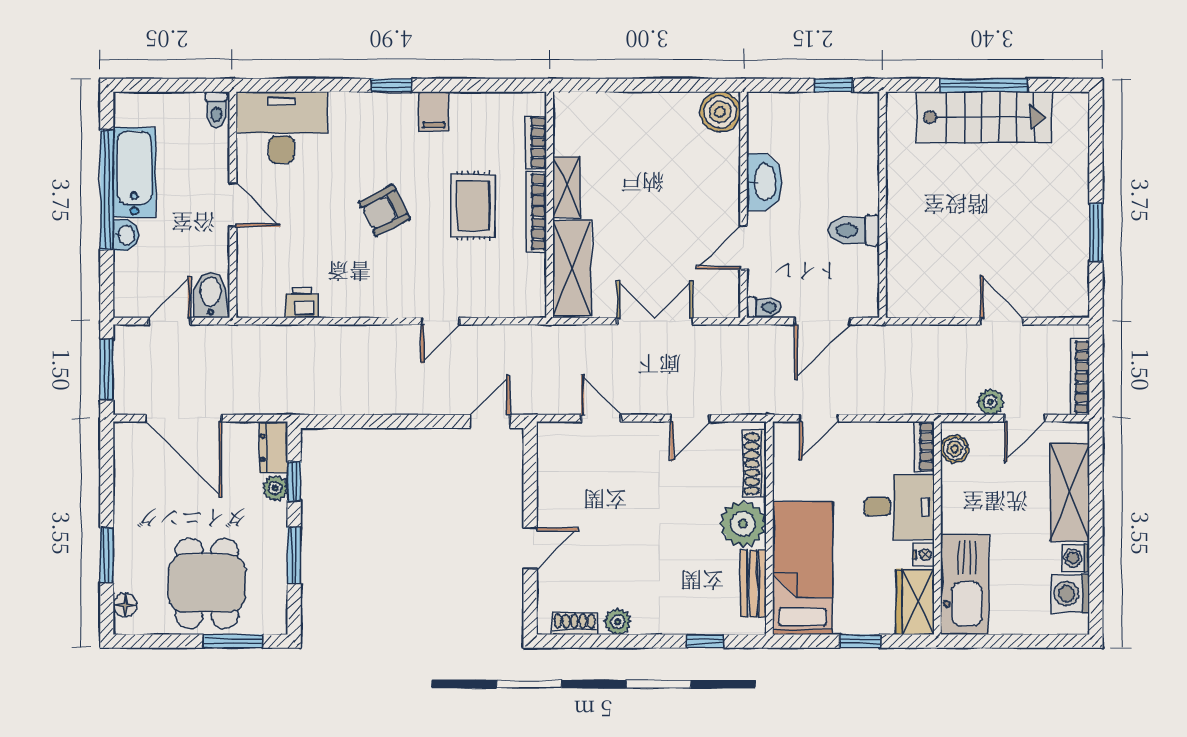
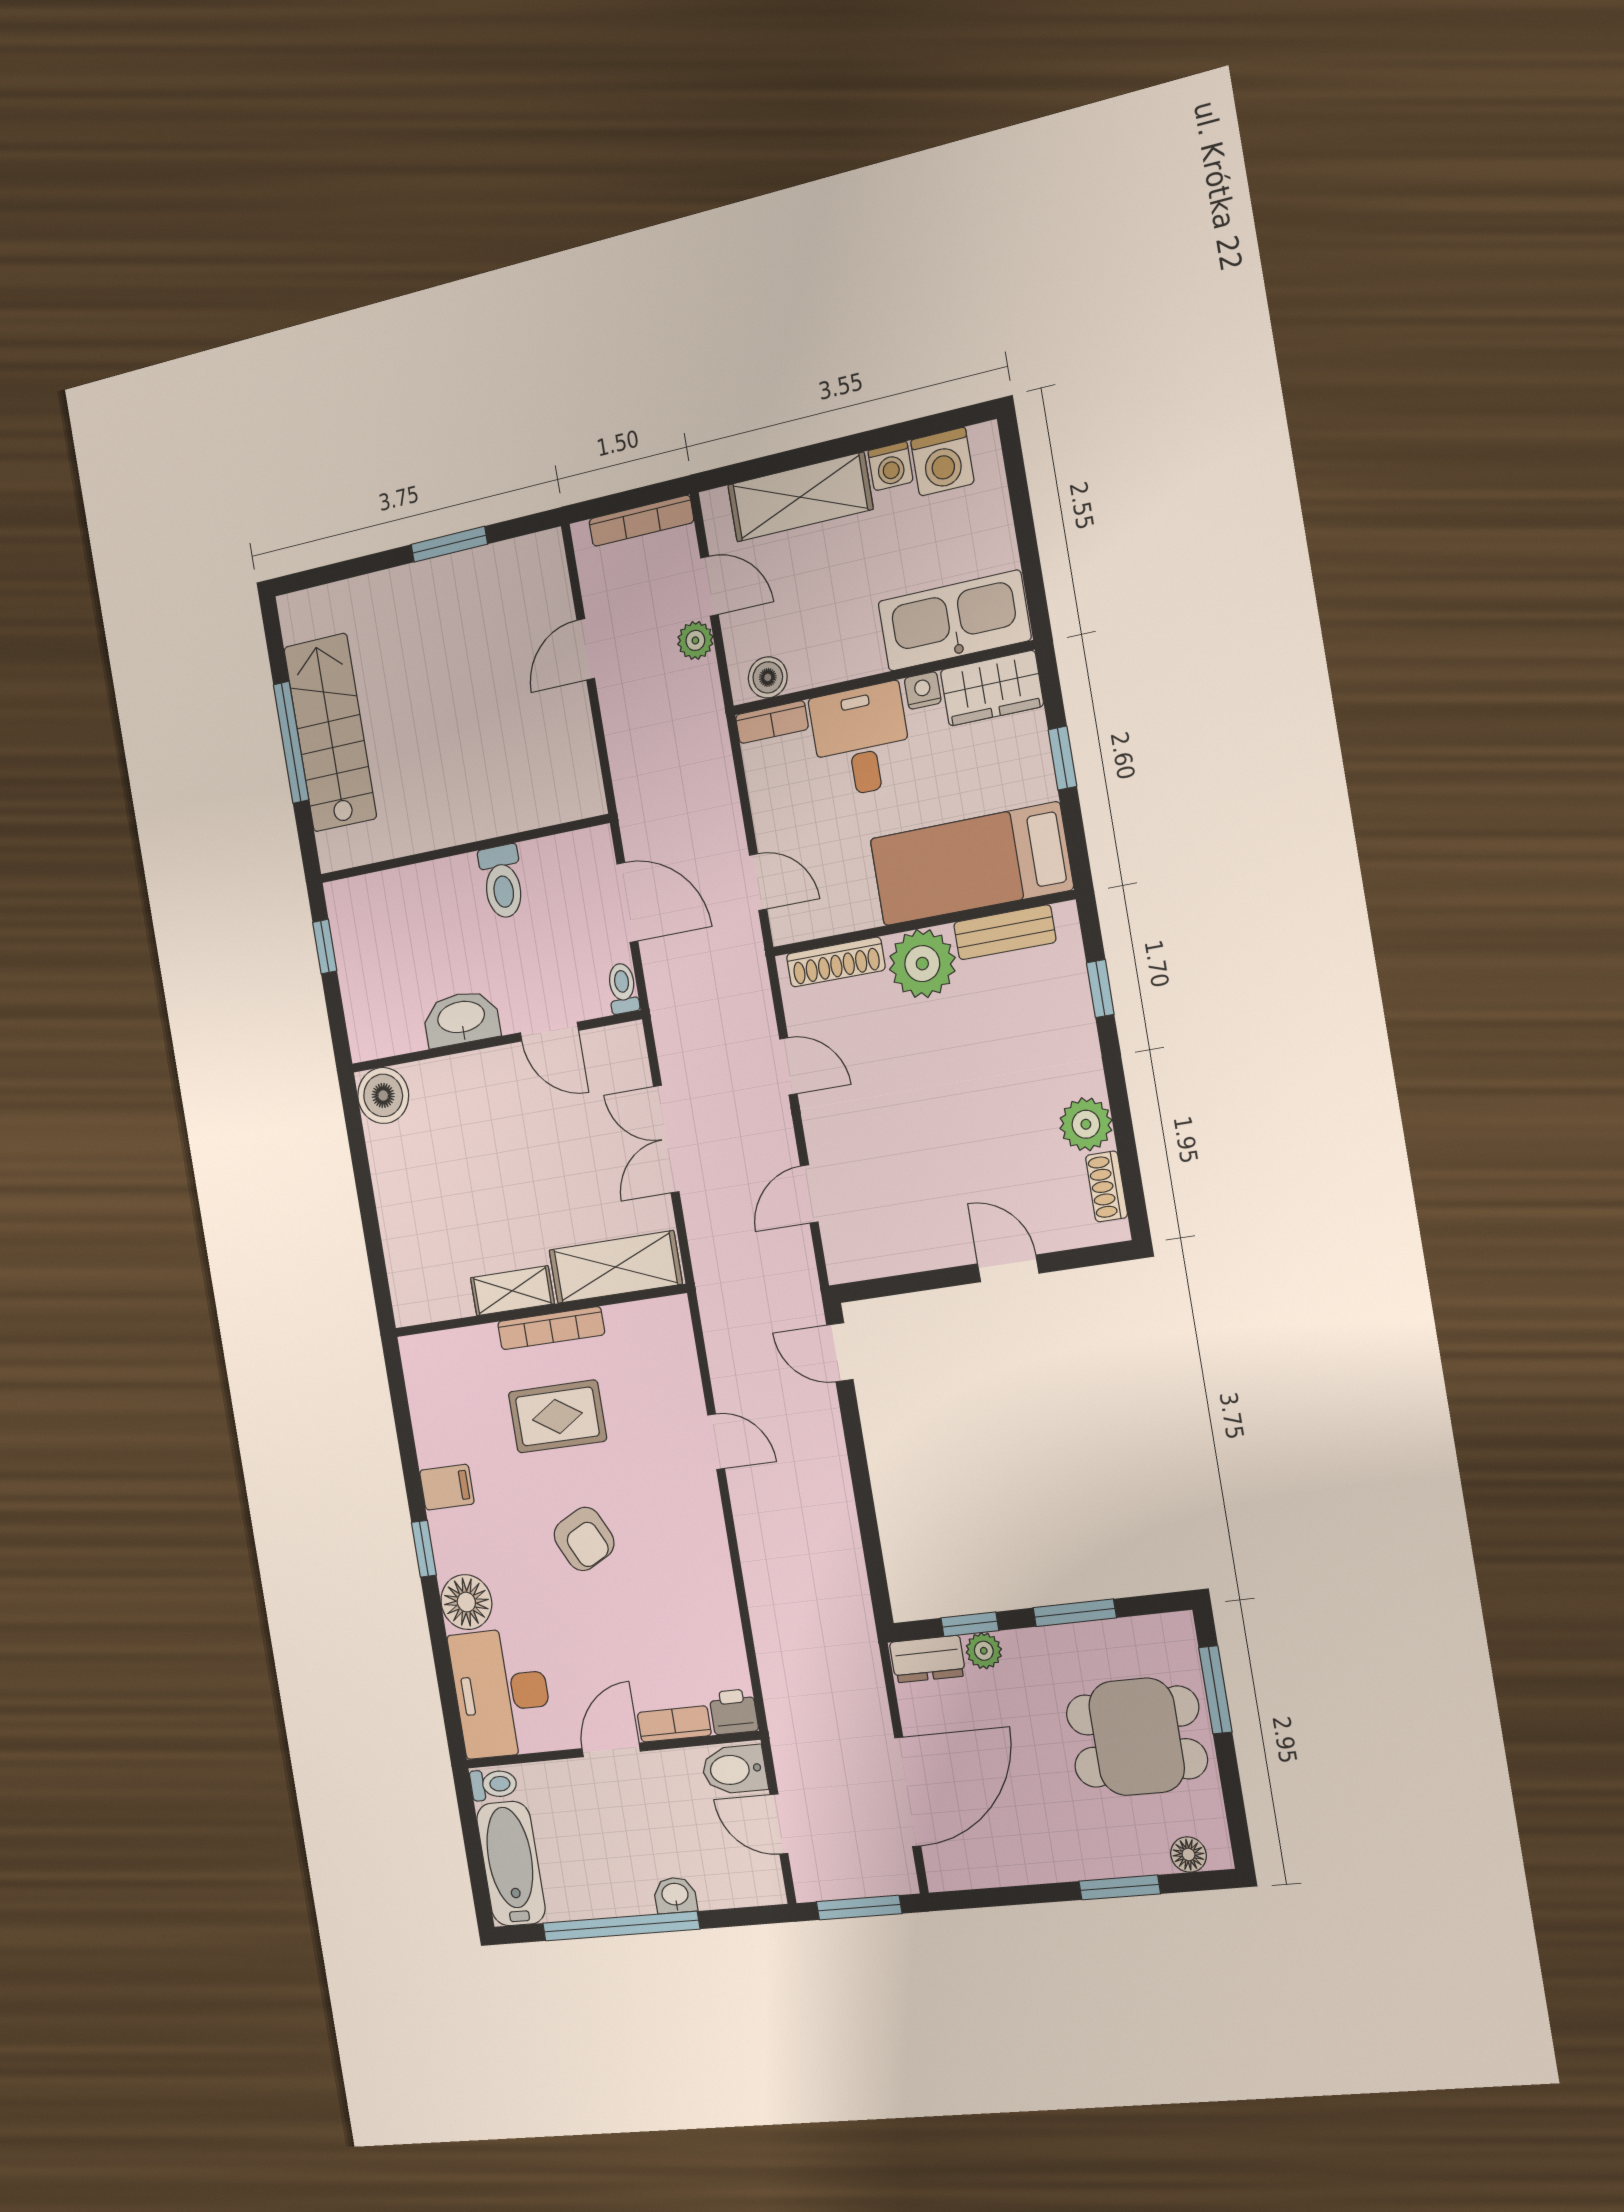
floor lamp: (350, 112) -> (466, 1602), added
bookcase: (536, 142) -> (674, 1724), moved, turned 180
bathtub: (134, 172) -> (511, 1864), moved, turned 90
printer: (302, 303) -> (734, 1712), moved, turned 90
plant: (618, 622) -> (1086, 1124), width x1.38, depth x1.38

